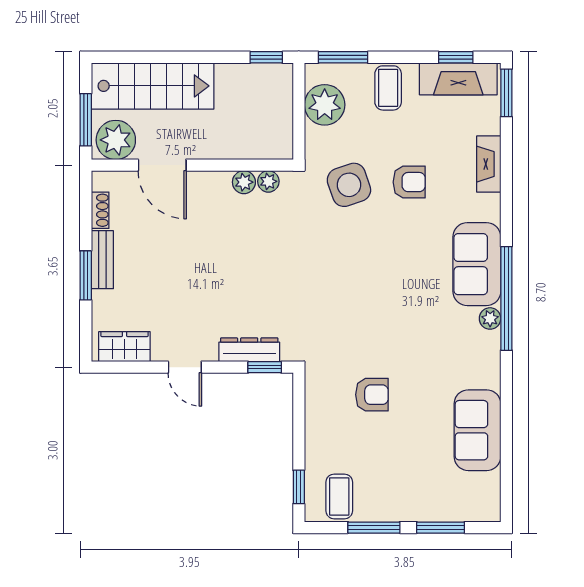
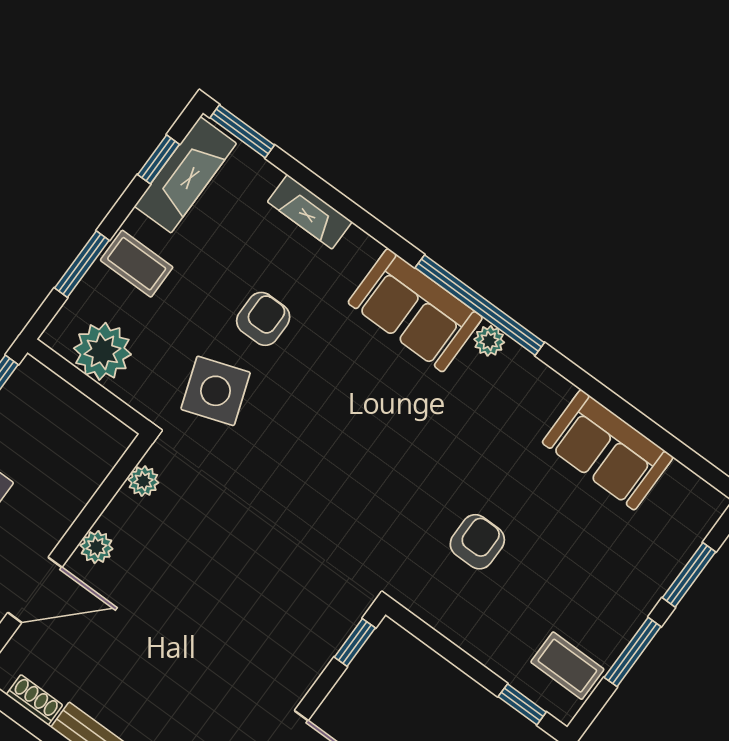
window: (343, 57) -> (82, 264), moved
plant: (244, 182) -> (96, 547), moved
dresser: (249, 350) -> (322, 645), removed

